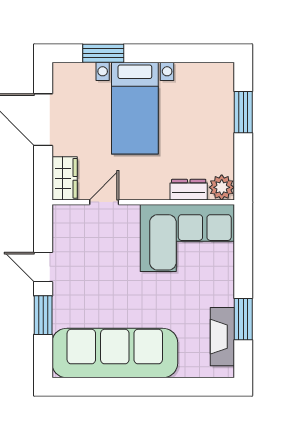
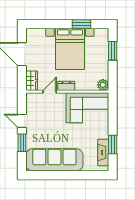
window: (103, 53) -> (81, 24), moved
bed with nightstands: (135, 108) -> (70, 49), width x1.36
dresser: (189, 190) -> (66, 86), moved

